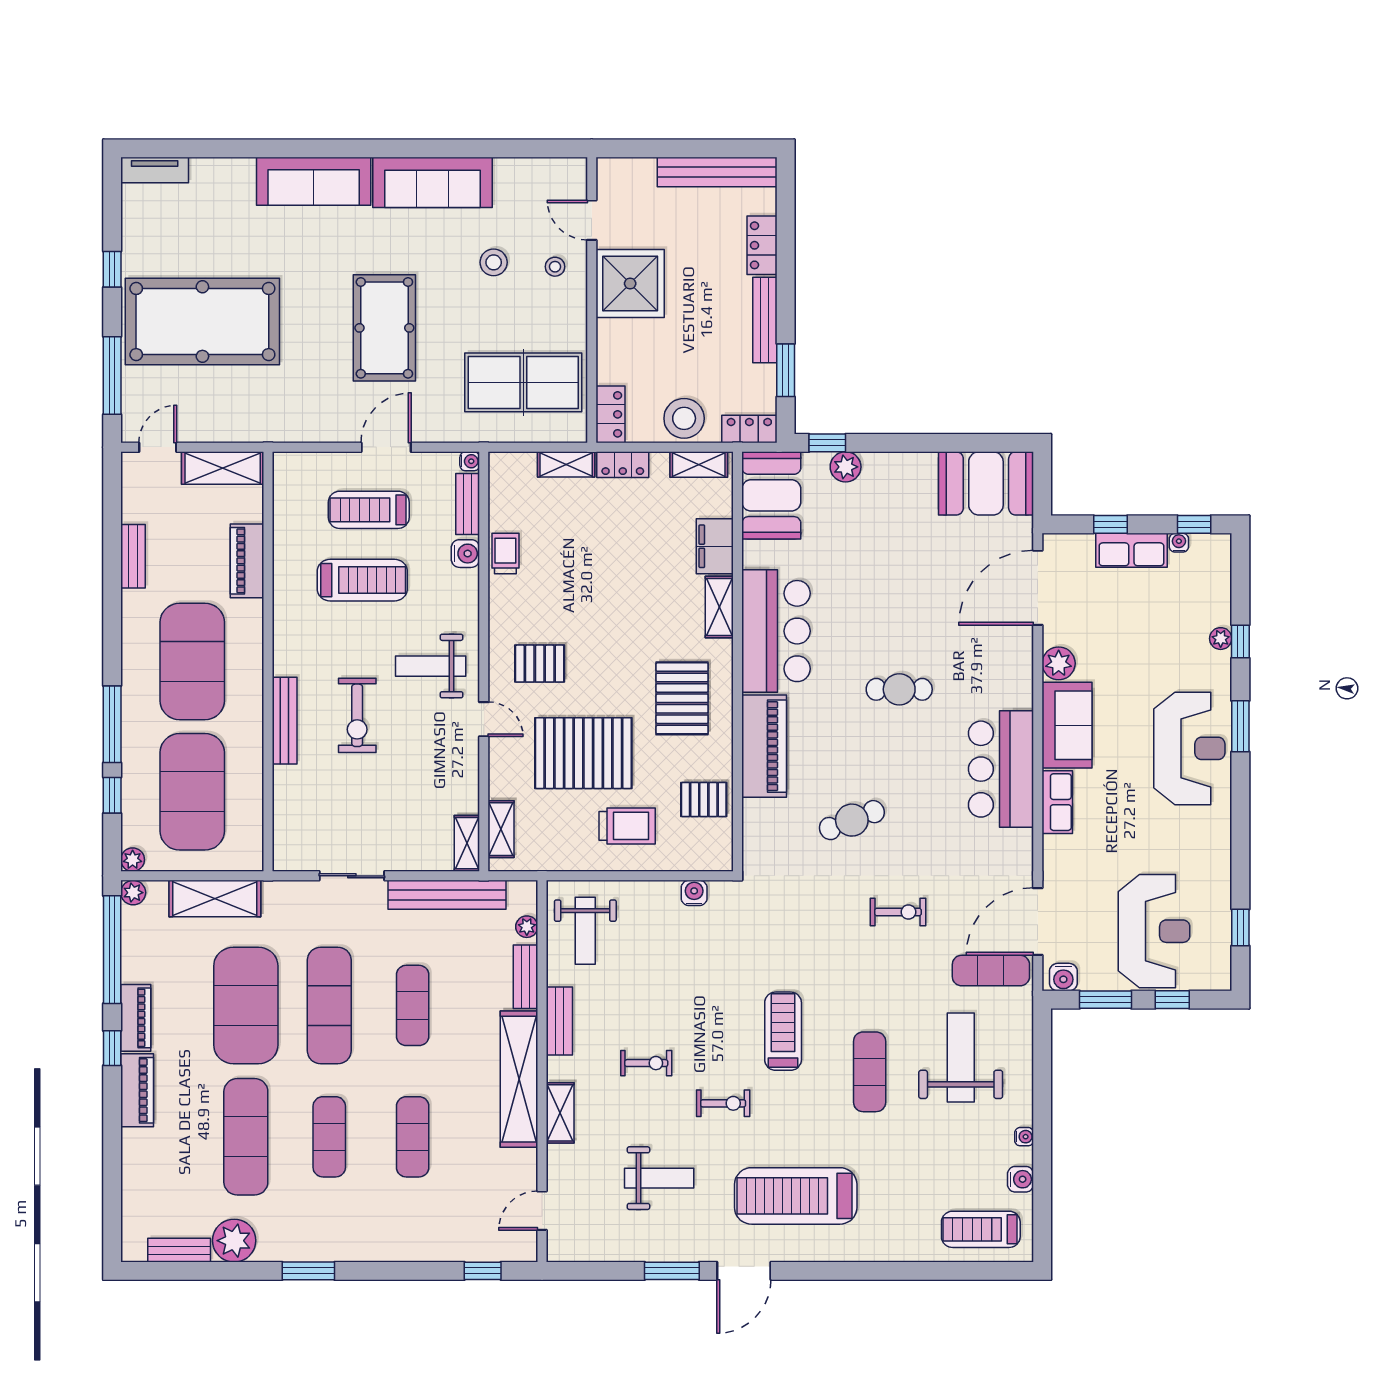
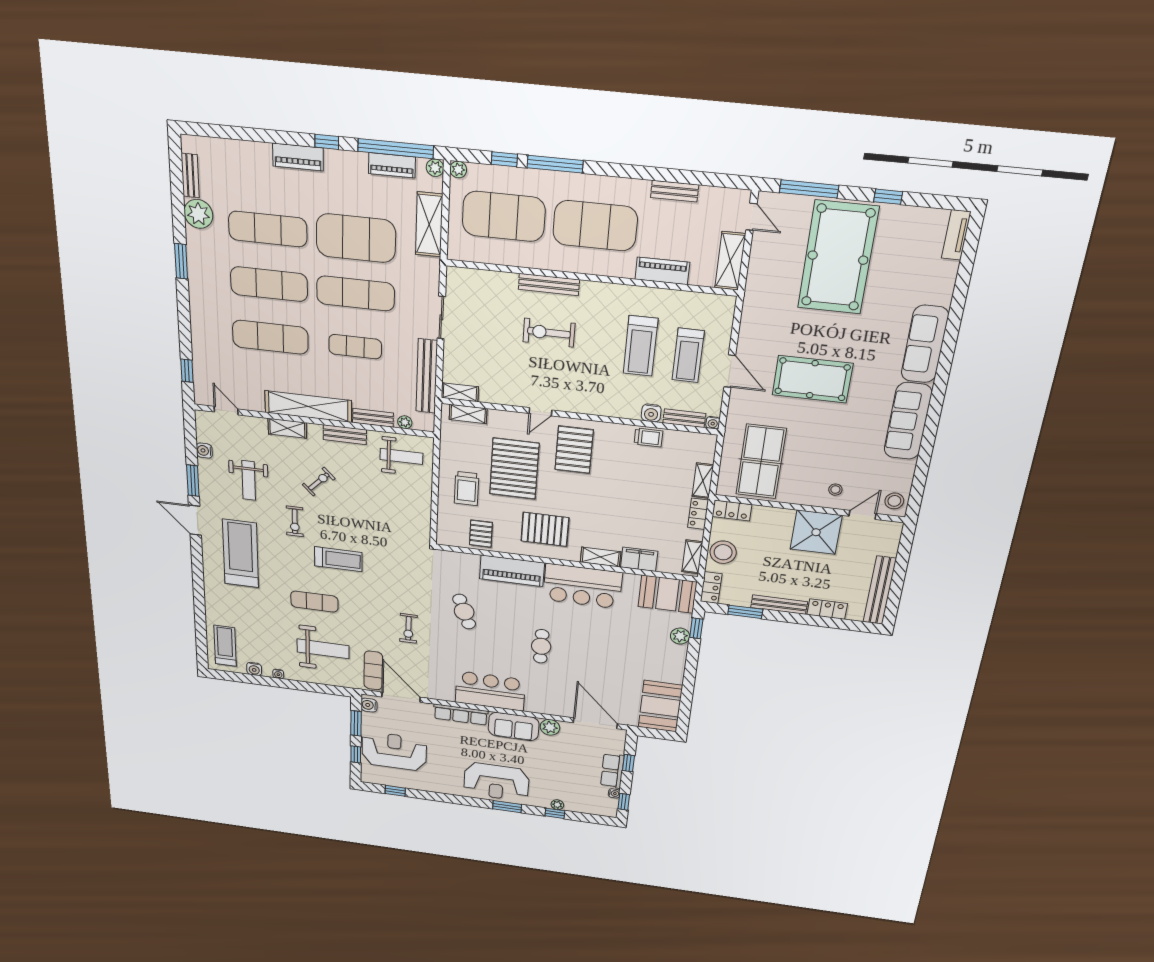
stool: (494, 262) -> (894, 501), moved
treadmill: (369, 510) -> (688, 355), turned 180
pallet: (540, 664) -> (574, 450), width x1.50, depth x1.42
weight bench: (431, 666) -> (578, 383), removed
row of seats: (1057, 802) -> (461, 715), width x1.48
water cooler: (694, 893) -> (204, 451), moved, turned 180
weight bench: (585, 931) -> (401, 456), turned 180
reception desk: (1154, 931) -> (394, 751), turned 180
piano: (136, 1018) -> (392, 165), moved
exercise bike: (646, 1063) -> (319, 482), turned -135
exercise mat: (329, 1137) -> (269, 284), width x1.36, depth x1.45
exercise mat: (413, 1137) -> (270, 337), width x1.36, depth x1.45

